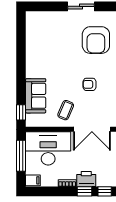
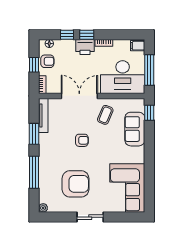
corner sofa: (43, 36) -> (127, 188), added
armchair: (96, 40) -> (76, 184), turned 90

